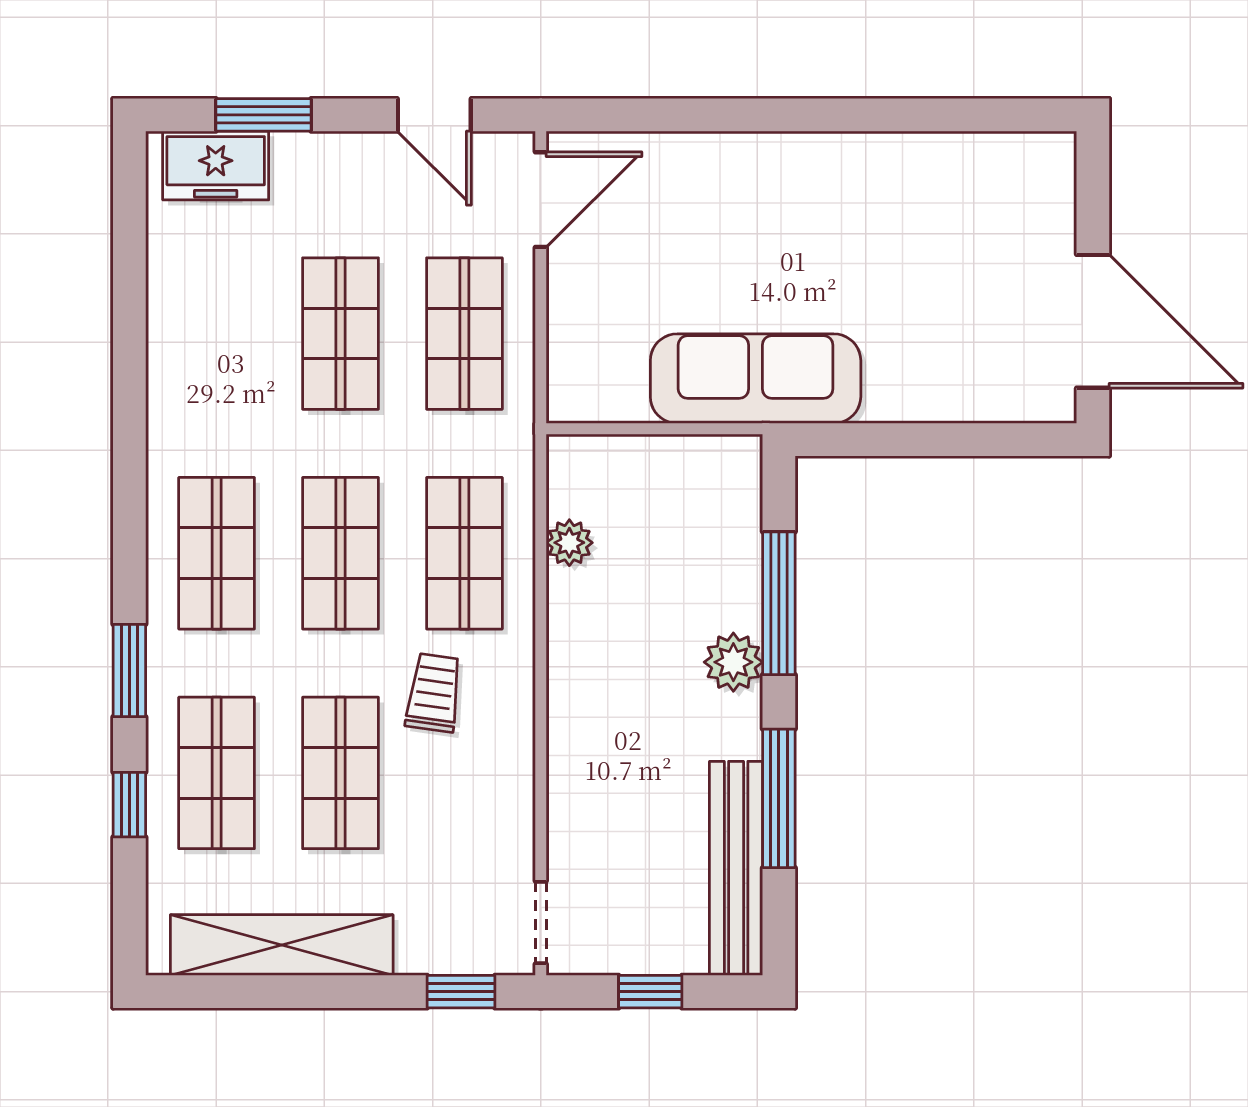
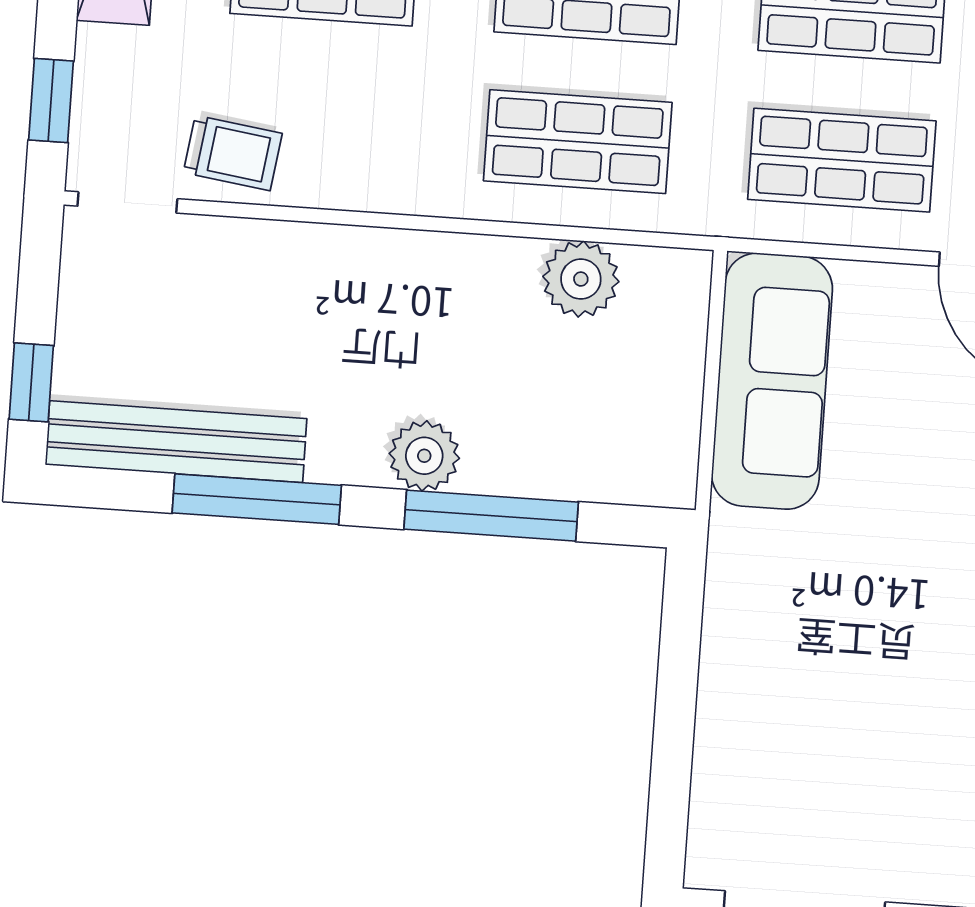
sofa: (756, 379) -> (772, 381), moved
plant: (569, 543) -> (581, 279), width x1.38, depth x1.38
trolley: (434, 693) -> (233, 153), moved
window: (650, 992) -> (31, 382), moved

